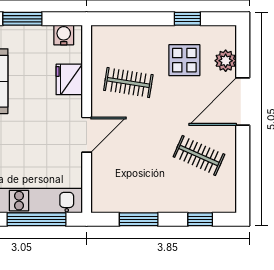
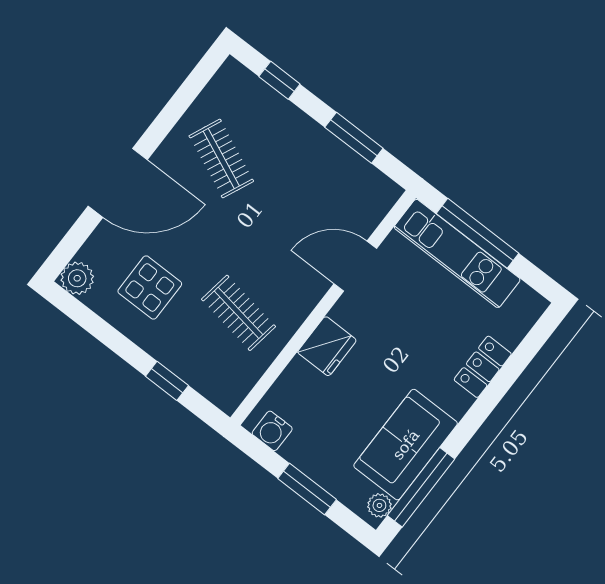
window: (187, 19) -> (167, 381), moved
plant: (226, 61) -> (77, 278), moved
fridge: (69, 79) -> (327, 346), moved
door: (87, 135) -> (355, 266), moved

